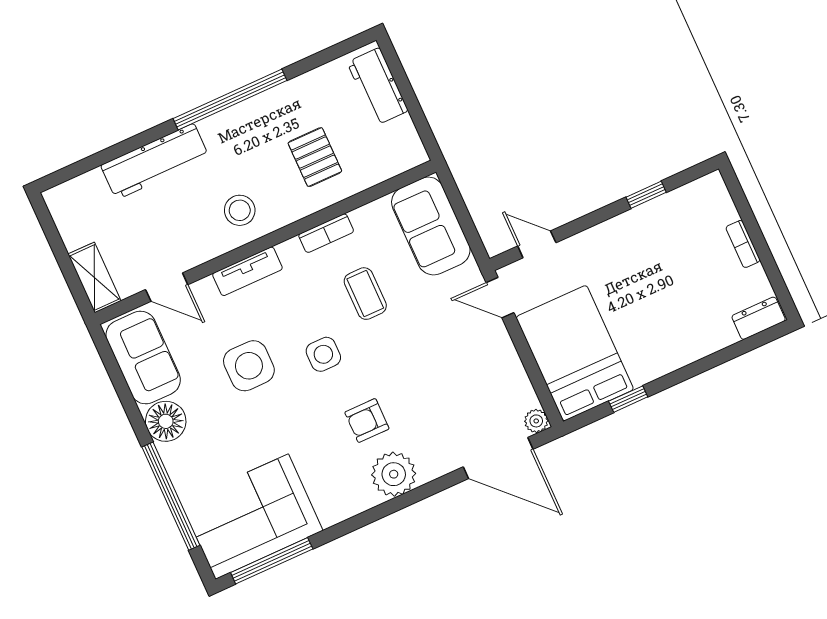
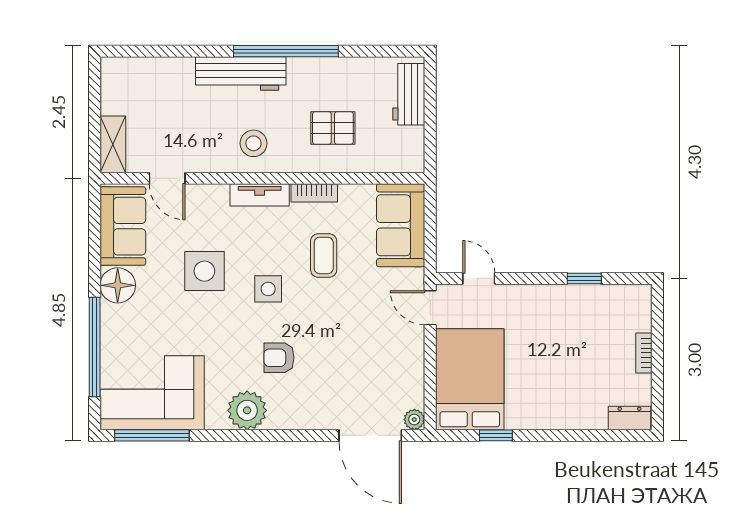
pallet: (315, 157) -> (333, 128), turned 90
workbench: (155, 161) -> (241, 74), moved
tv unit: (247, 271) -> (260, 195), moved
plant: (394, 474) -> (247, 410), moved

